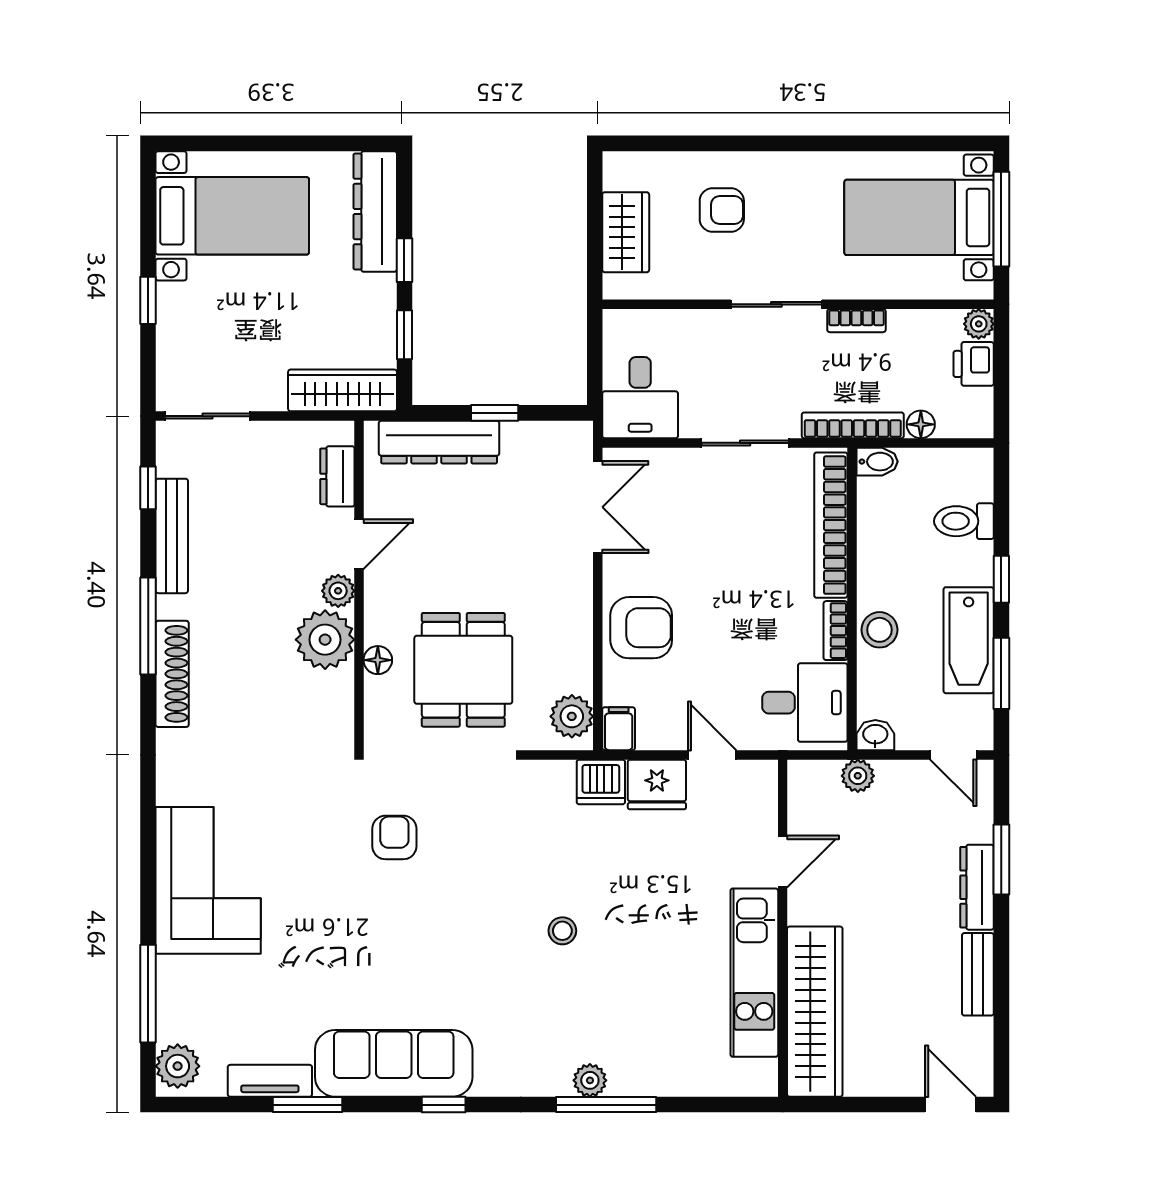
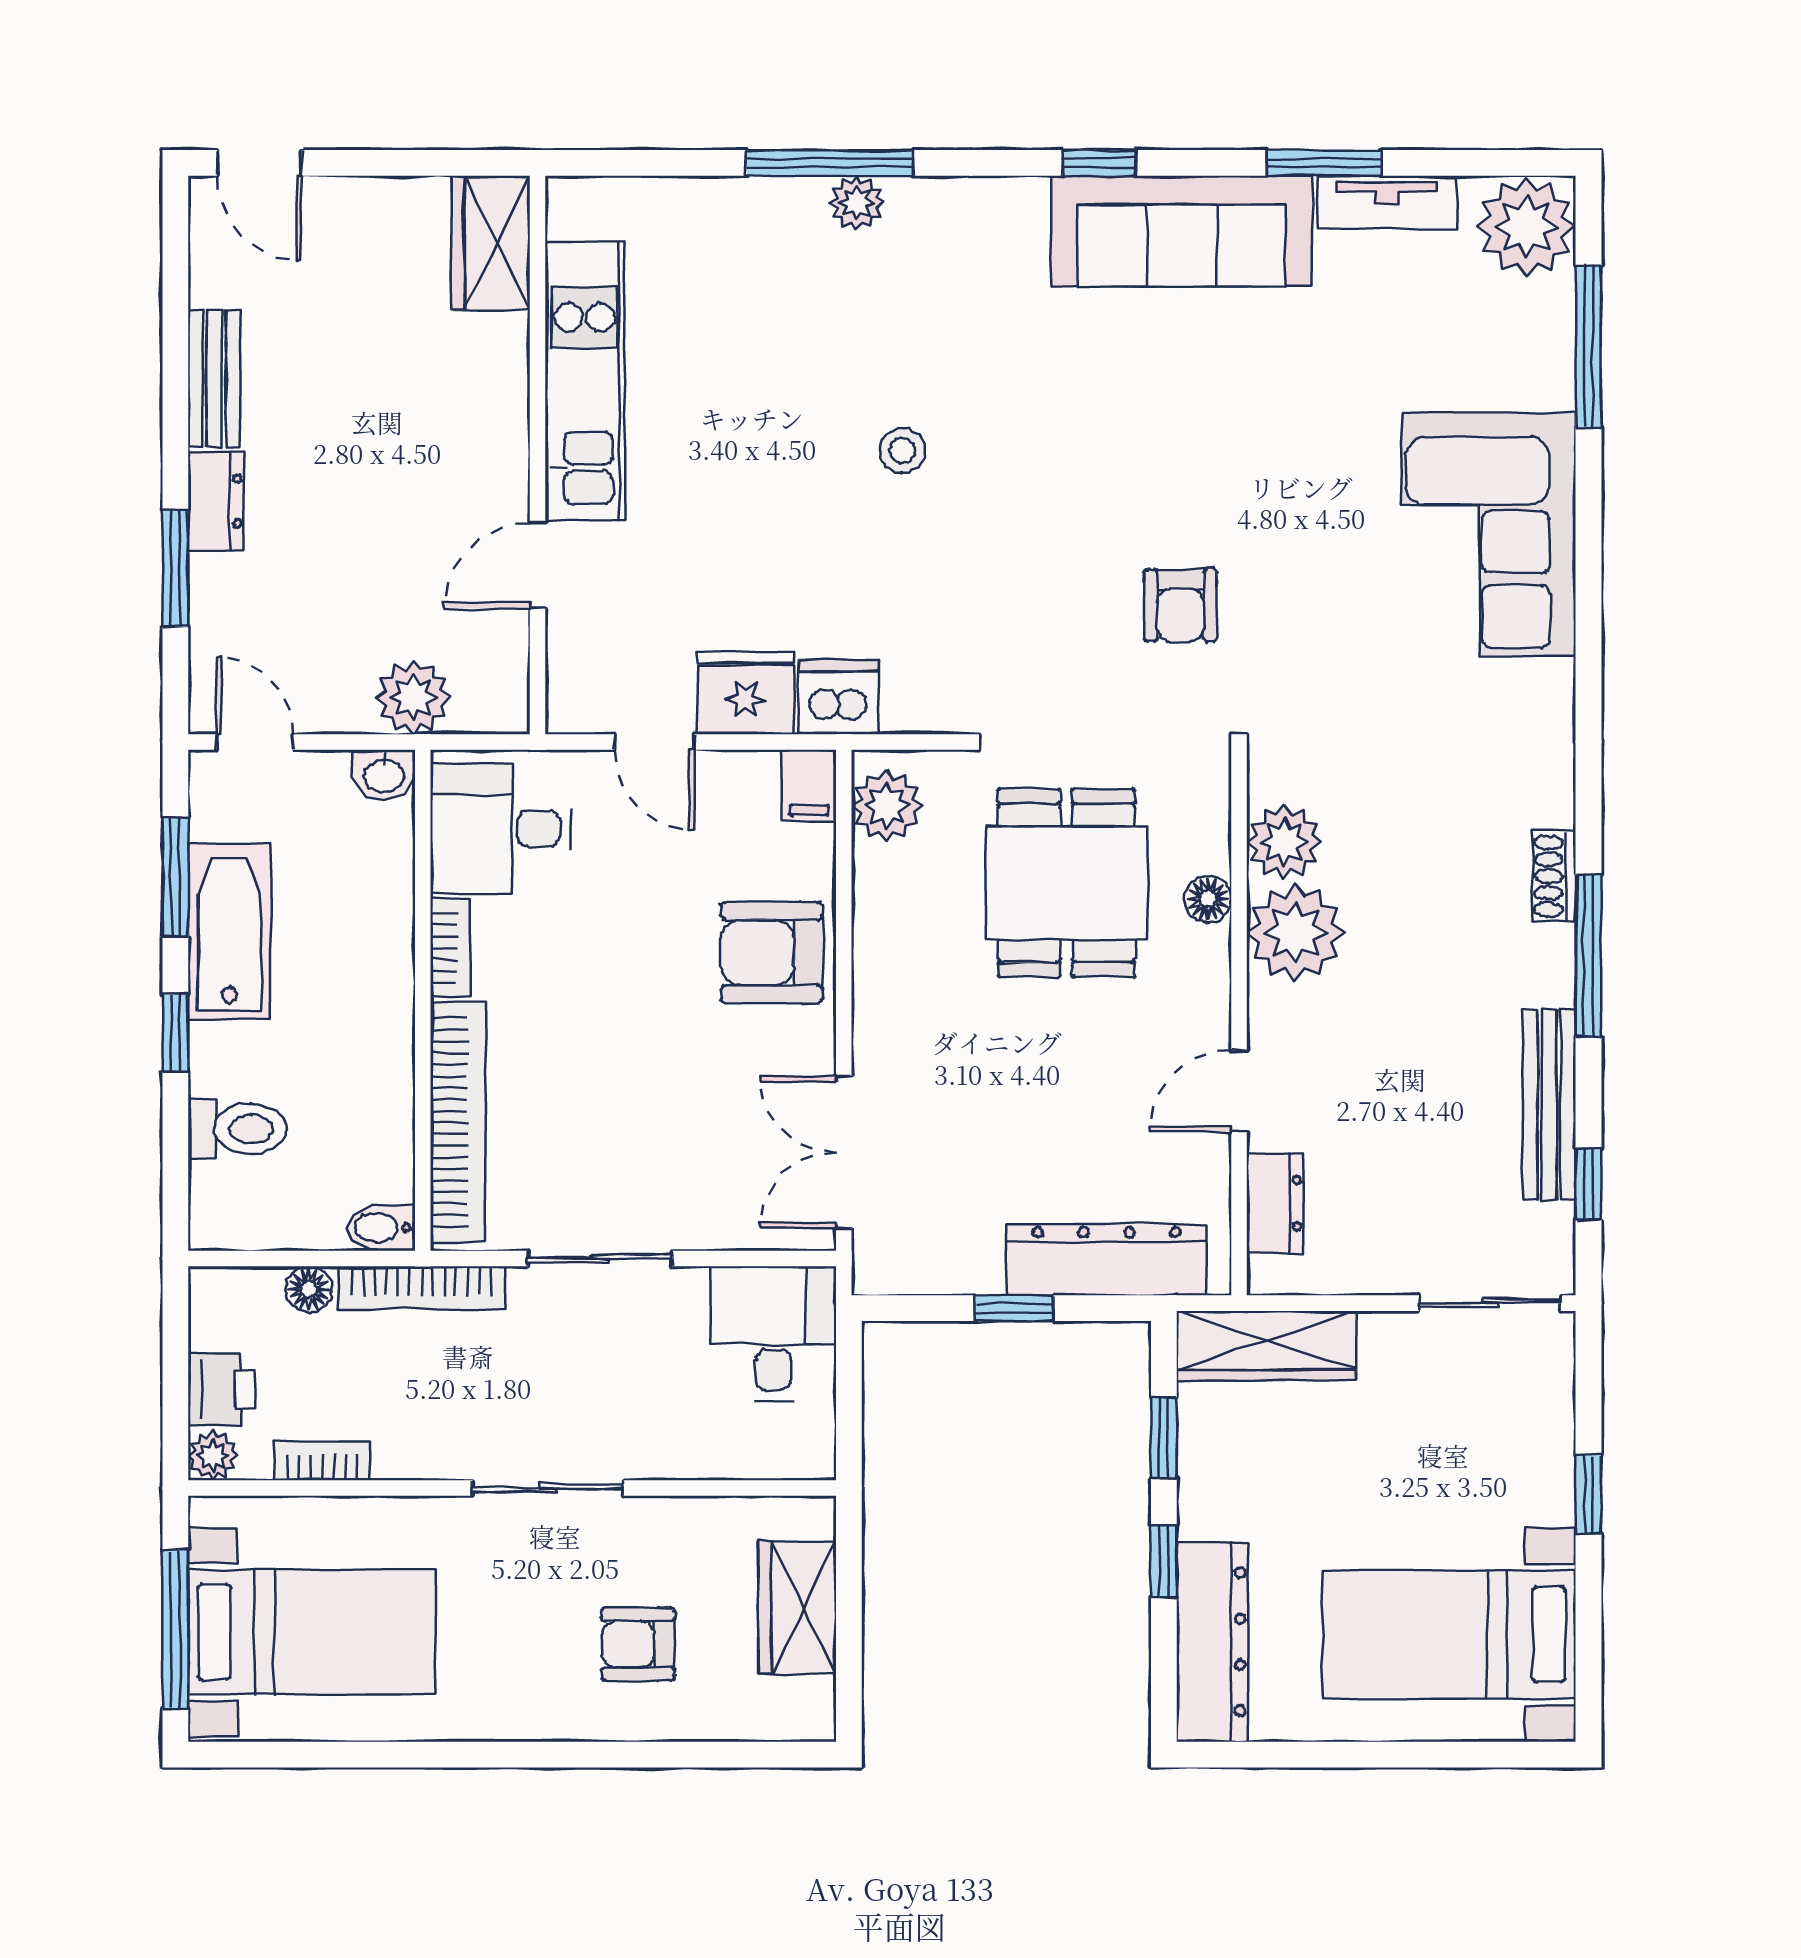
bookcase: (856, 321) -> (322, 1461), moved
plant: (338, 591) -> (1284, 842), moved, width x1.38, depth x1.38
stool: (880, 630) -> (377, 949), removed
shoe rack: (172, 674) -> (1554, 876), width x0.51, depth x0.81
plant: (858, 776) -> (413, 697), width x1.38, depth x1.38
dresser: (977, 887) -> (216, 501), width x0.70
wardrobe: (815, 1012) -> (491, 243), width x0.48, depth x0.85
plant: (178, 1066) -> (1526, 227), width x1.36, depth x1.36

